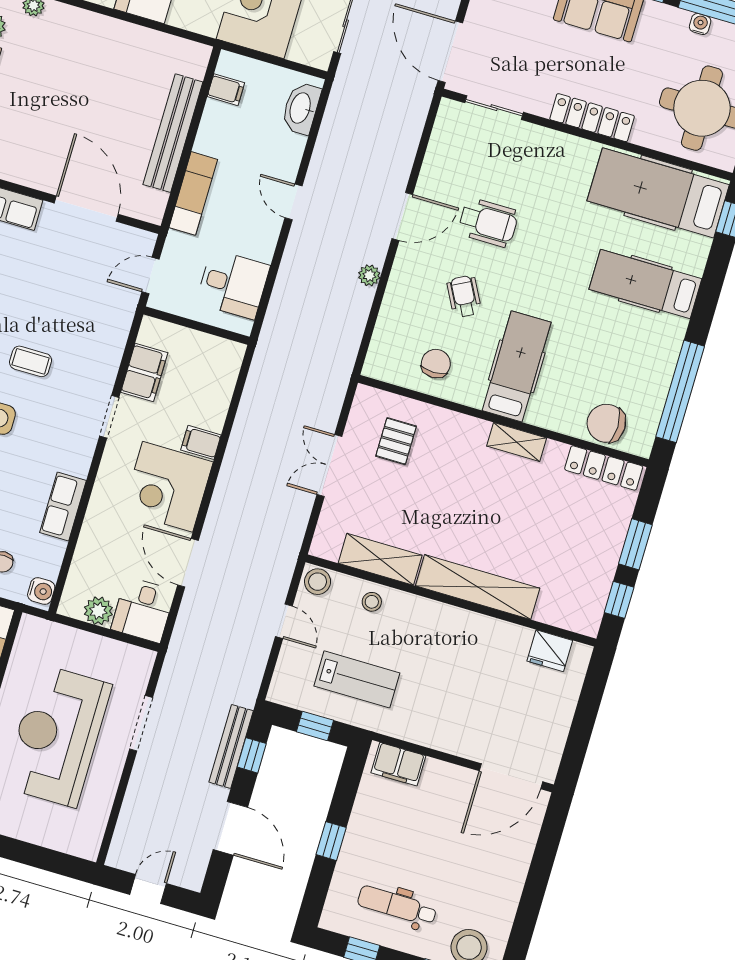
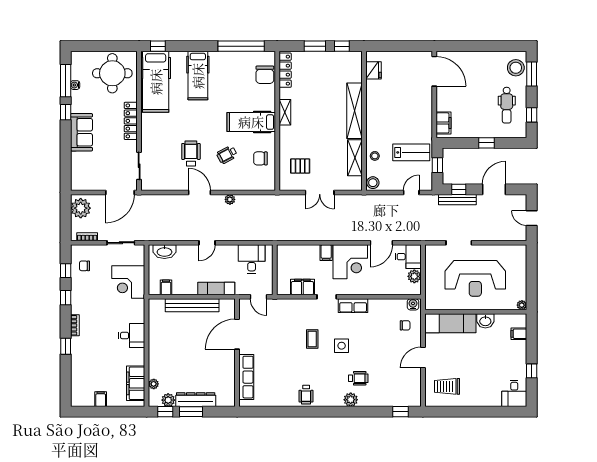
row of seats: (63, 507) -> (353, 306), moved
door: (284, 621) -> (411, 192), moved
lab bench: (357, 679) -> (411, 152), turned 90

